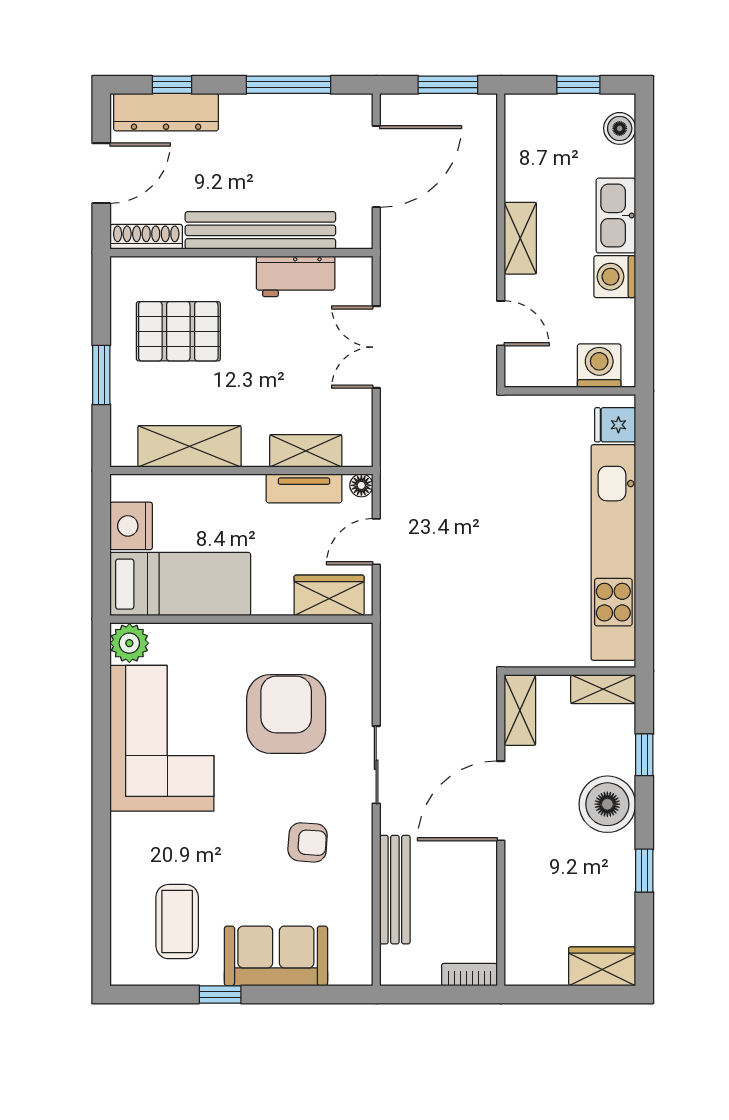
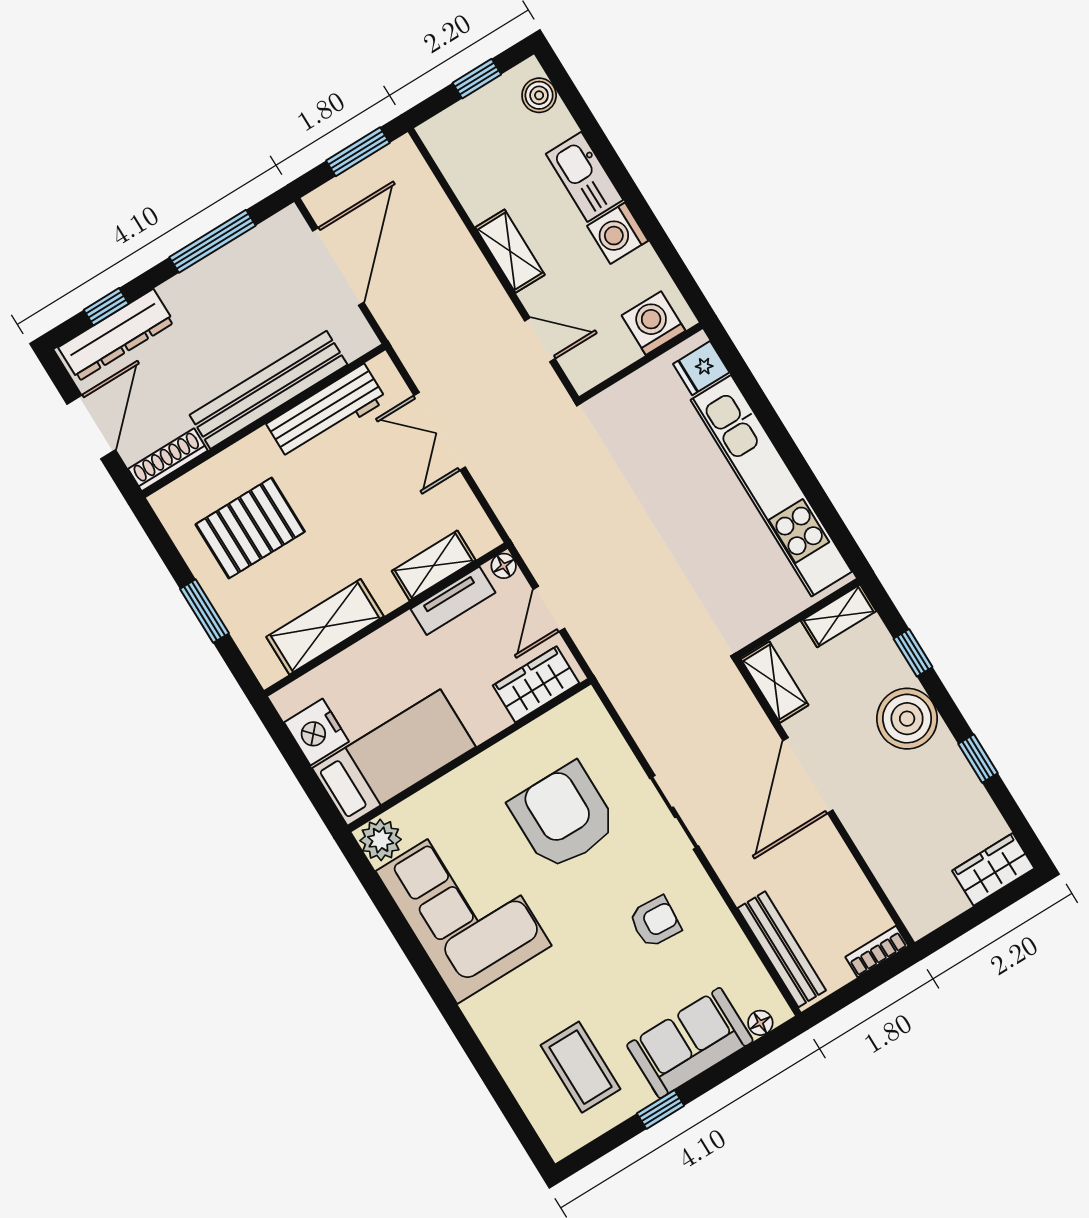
workbench: (296, 276) -> (326, 412), width x1.38
bench: (395, 890) -> (782, 949), moved
floor lamp: (342, 974) -> (760, 1023), added

